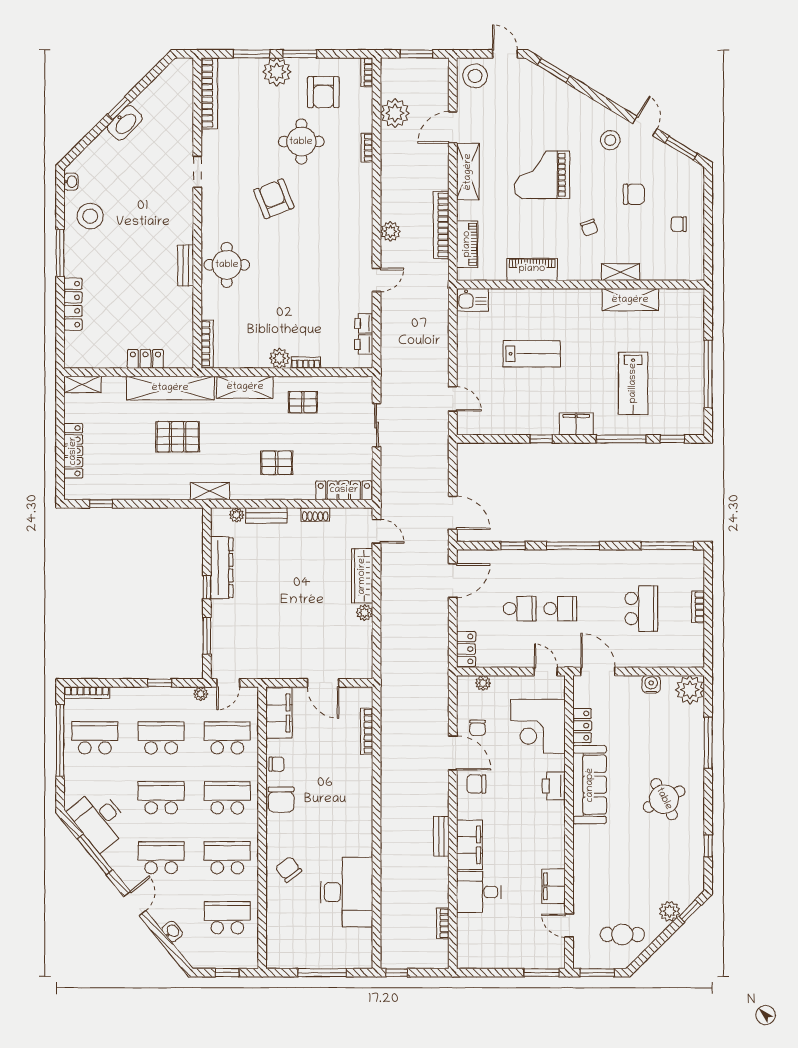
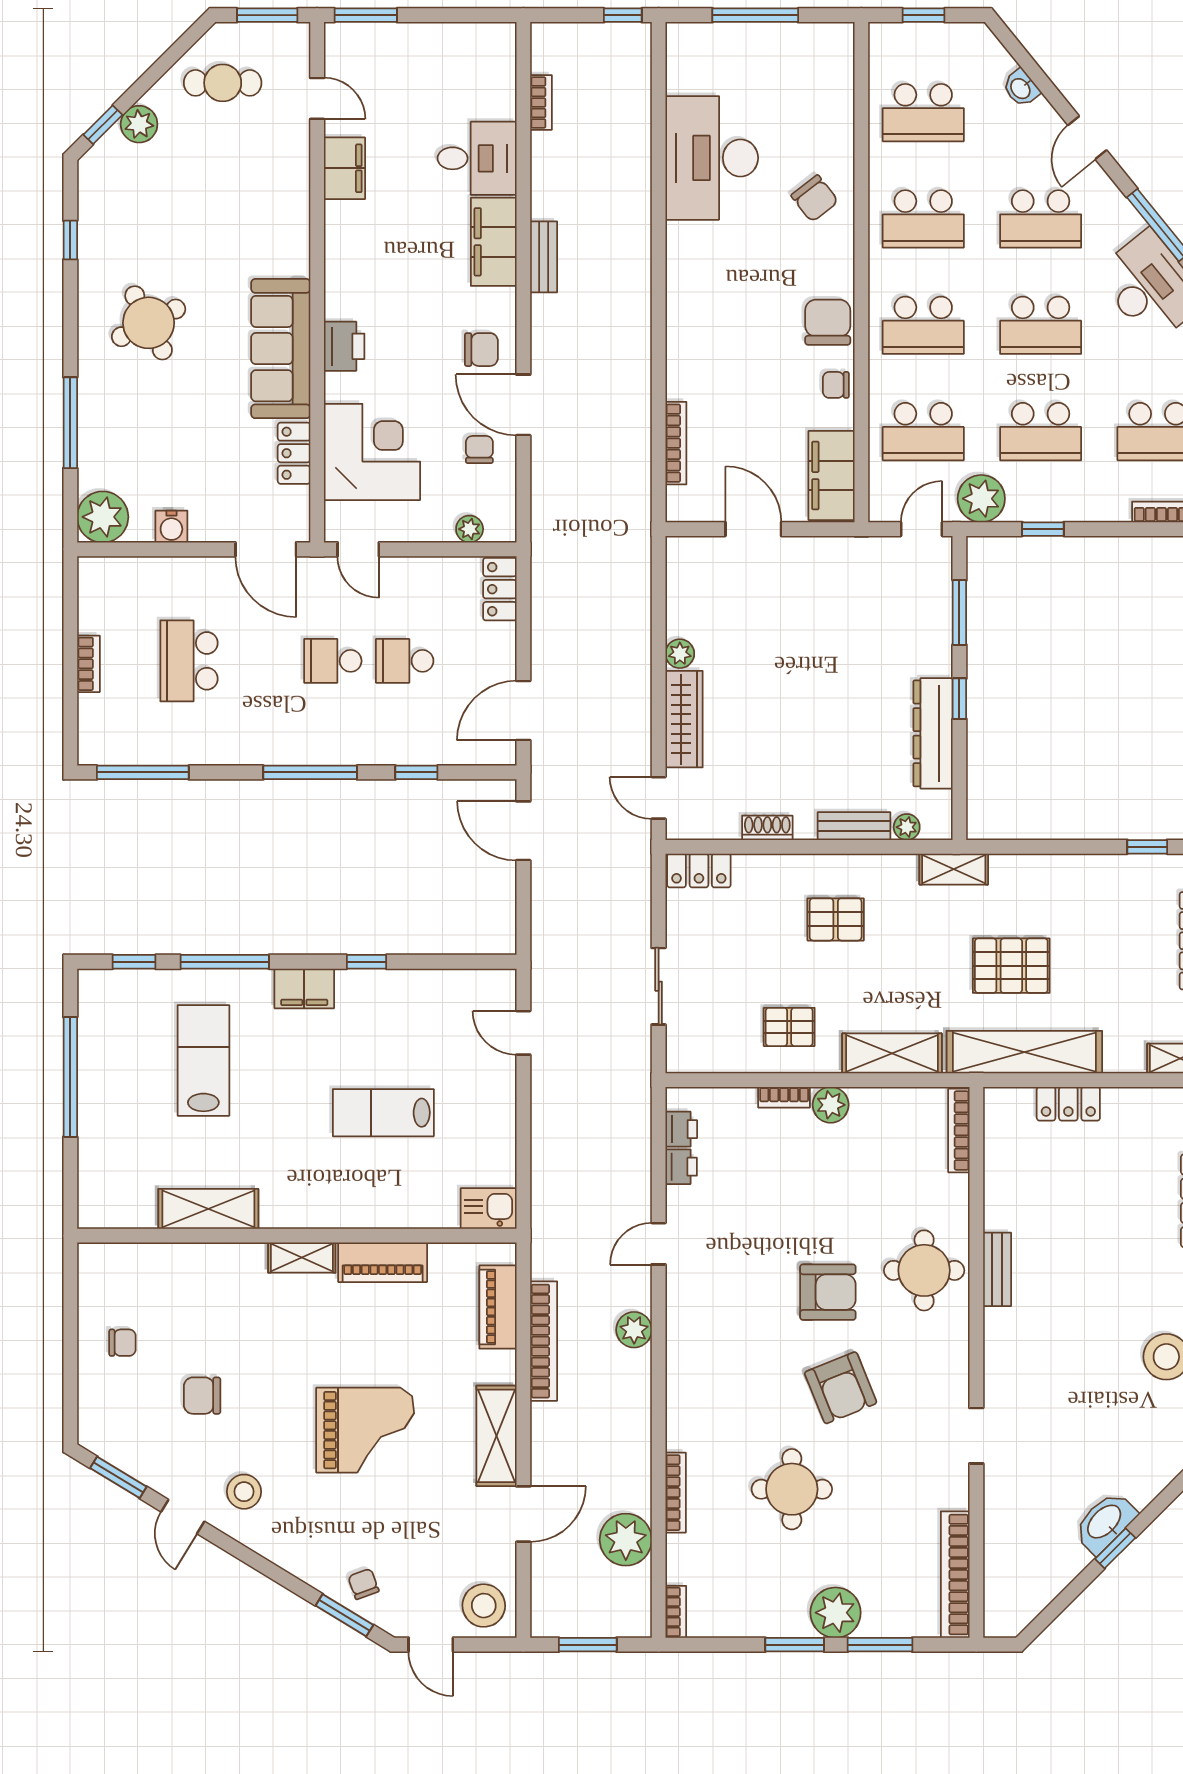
armchair: (323, 92) -> (828, 1292), moved, turned 90
bookcase: (367, 148) -> (676, 1493), width x1.56
chair: (589, 228) -> (363, 1584), moved
shelving: (621, 272) -> (302, 1258), moved
locker: (344, 490) -> (699, 871), width x0.66
plant: (201, 694) -> (981, 499), width x1.87, depth x1.87

